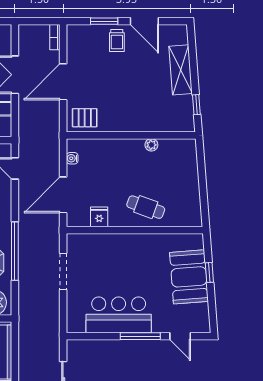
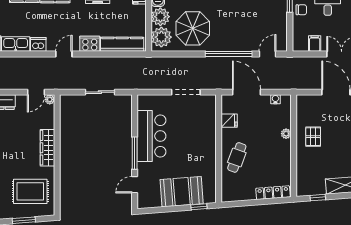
pallet: (85, 118) -> (313, 137), moved
plant: (151, 145) -> (286, 134), moved
locker: (190, 161) -> (273, 193), added
window: (15, 251) -> (229, 54), moved
window: (209, 272) -> (199, 207), moved

